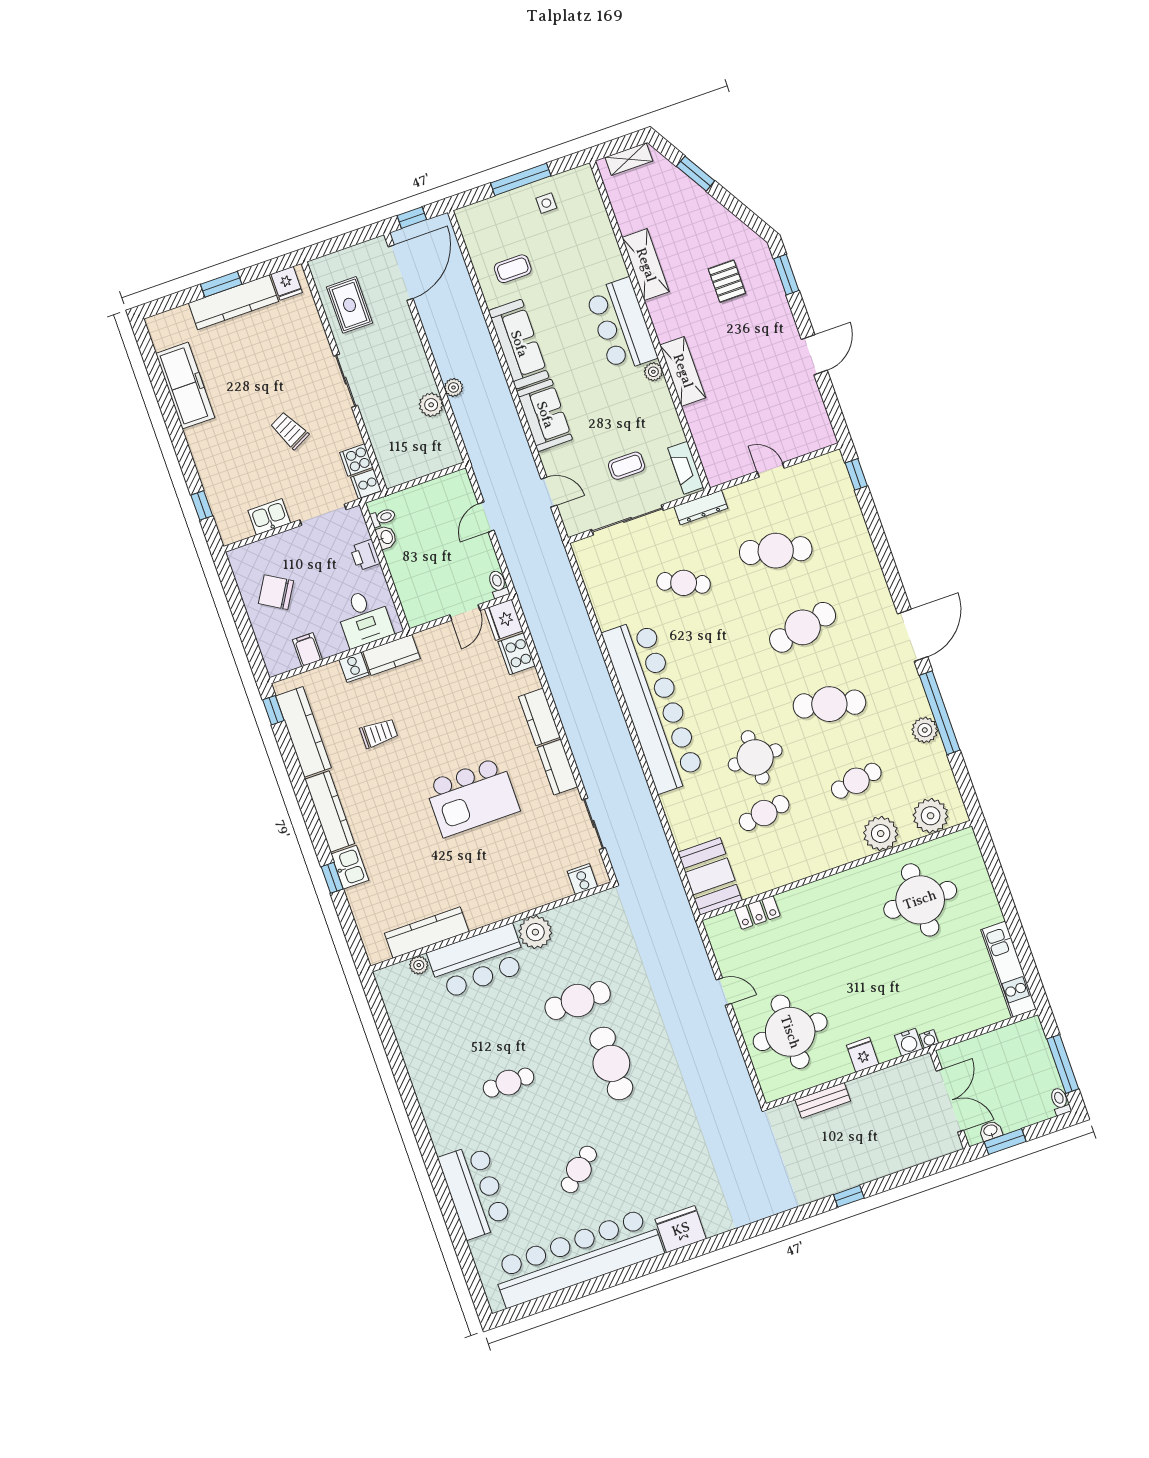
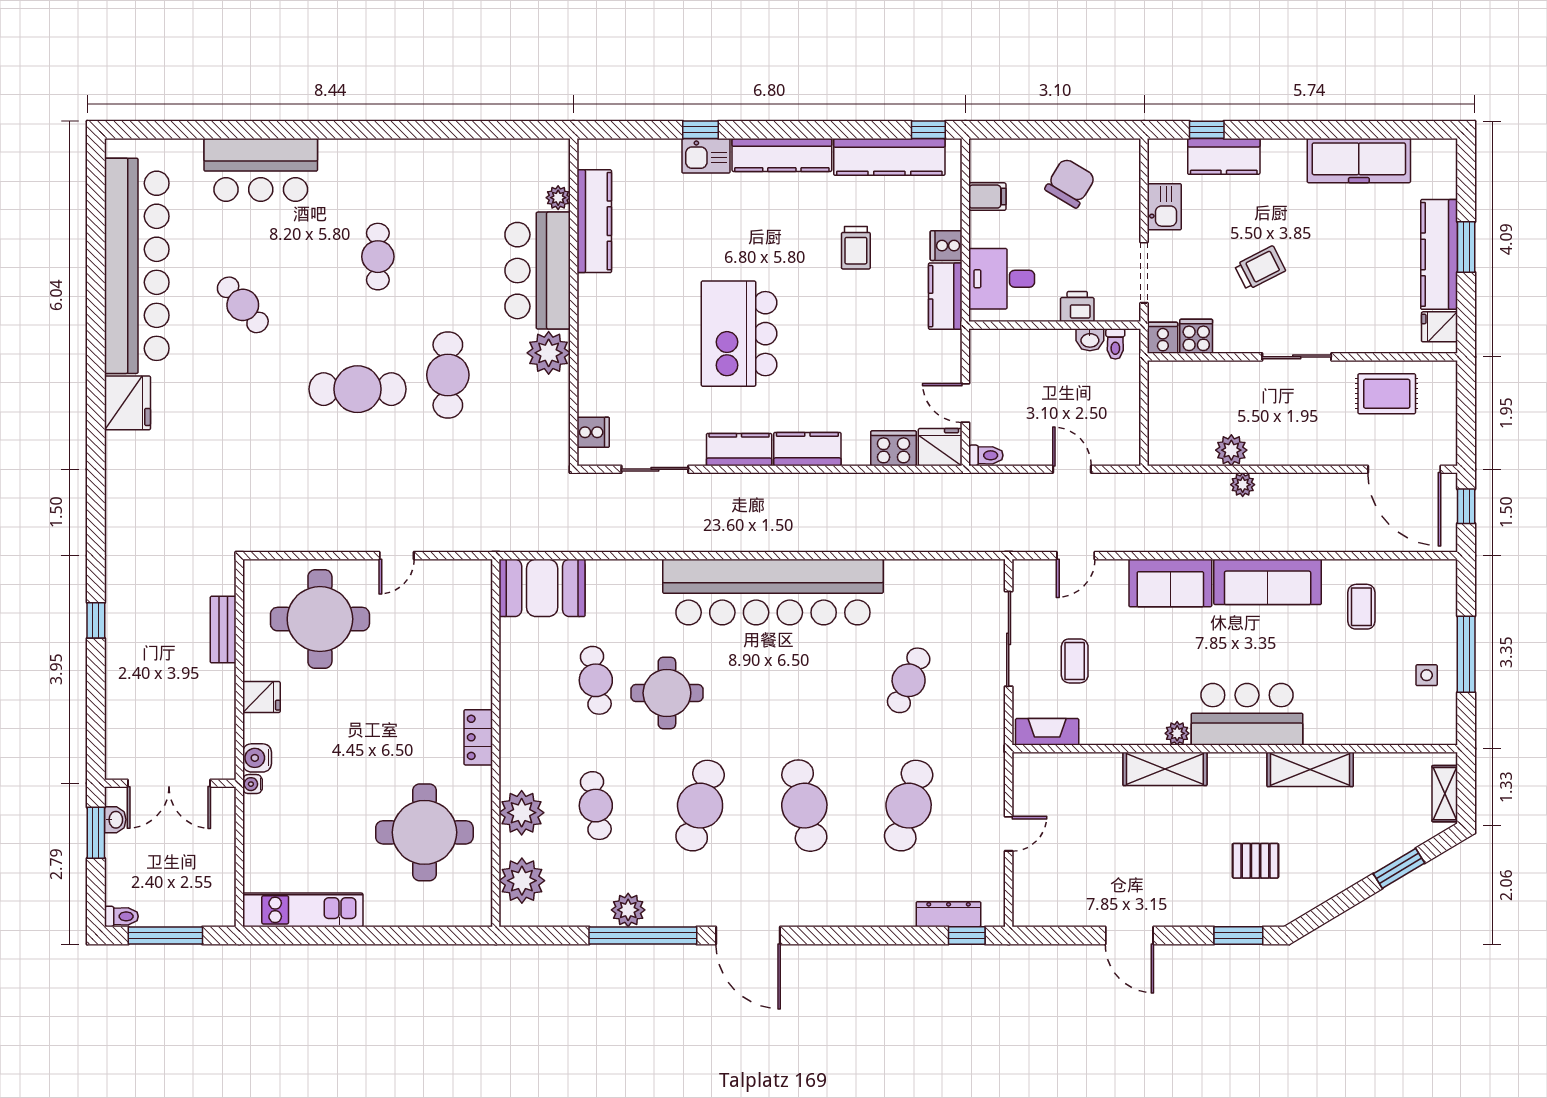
kitchen counter: (217, 486) -> (1224, 156), added
dresser: (701, 507) -> (949, 914), moved, turned 90
locker: (757, 912) -> (478, 737), moved

